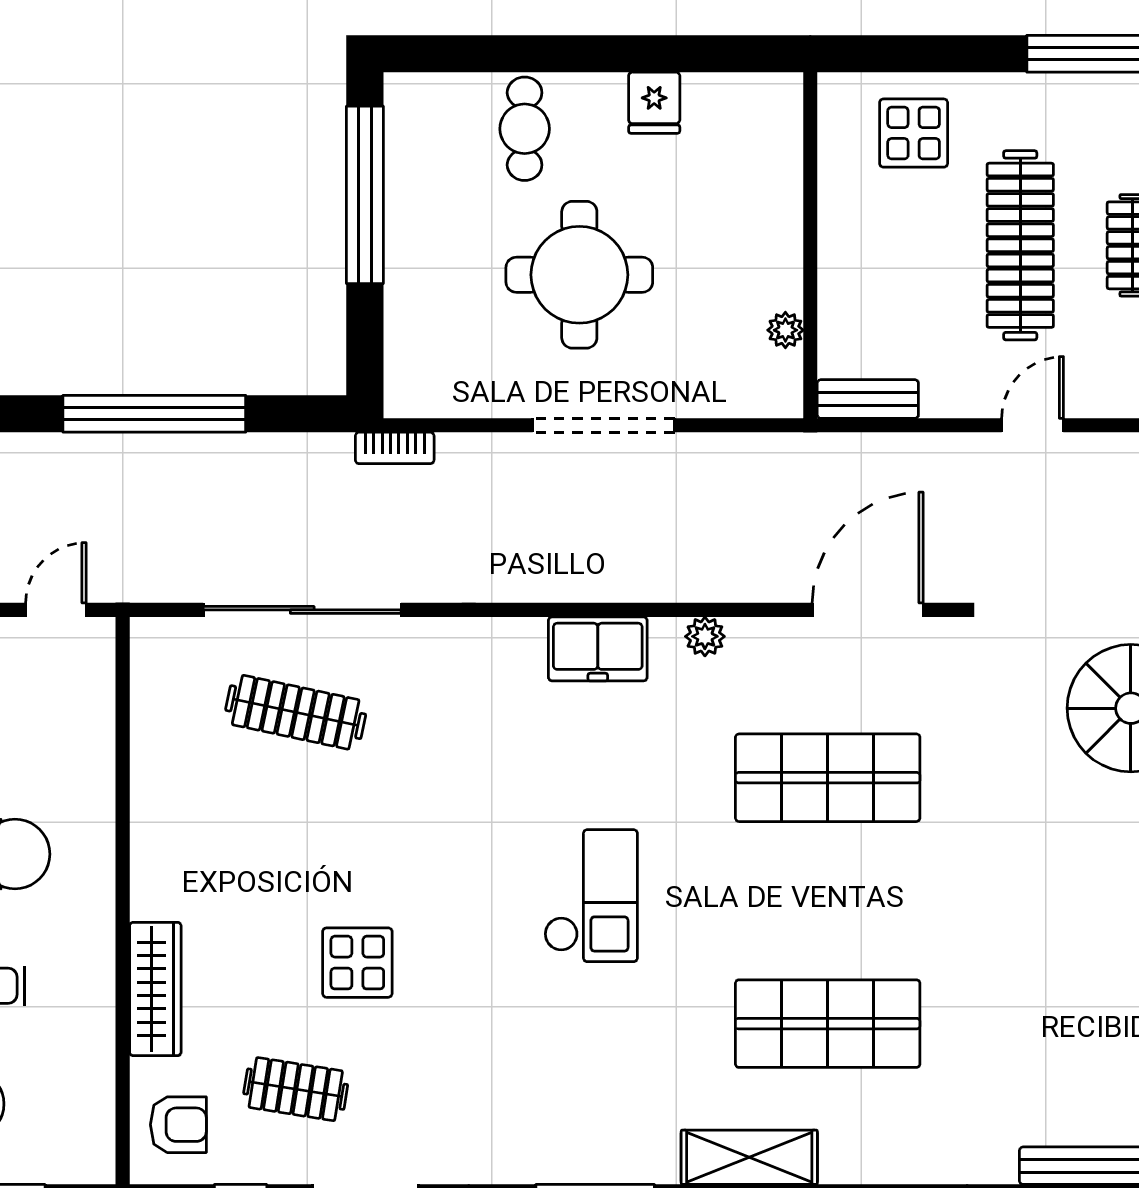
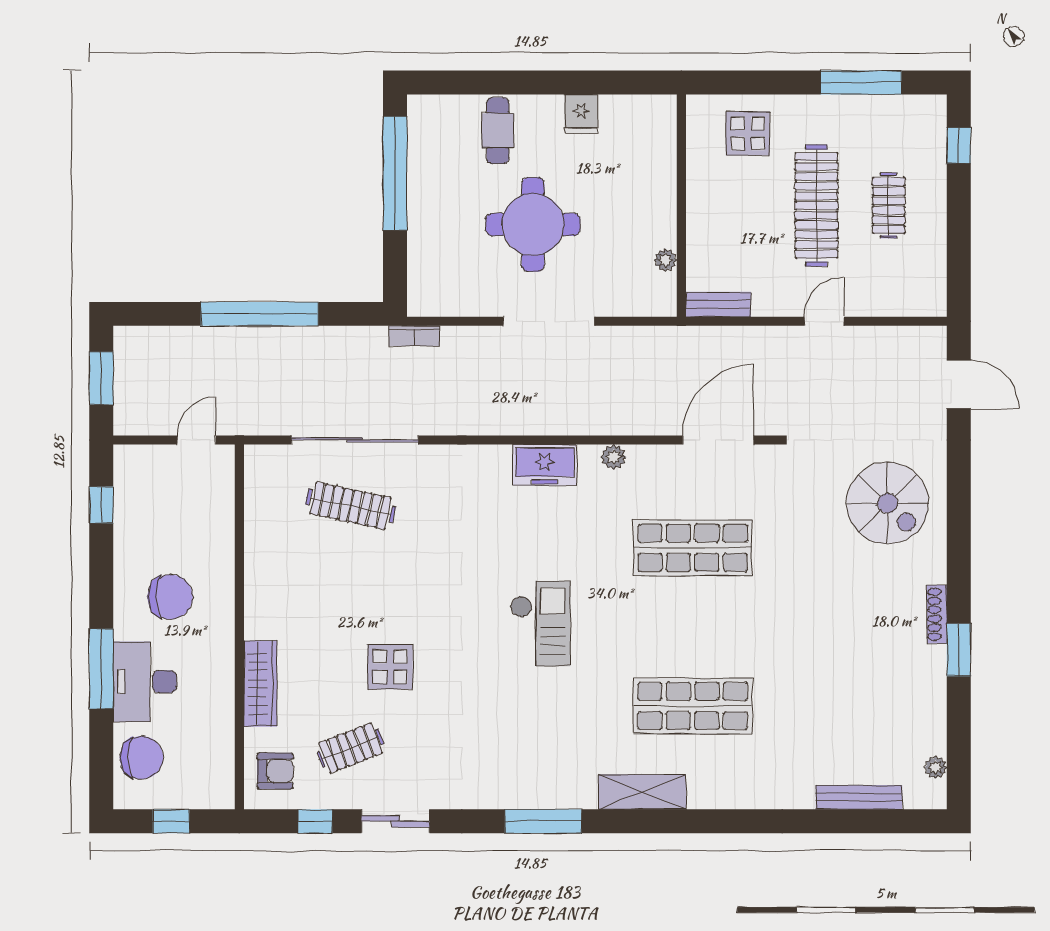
clothes rail: (296, 1089) -> (351, 748), turned -30

